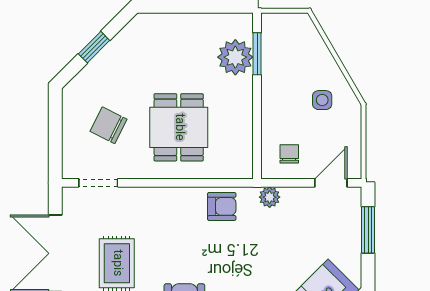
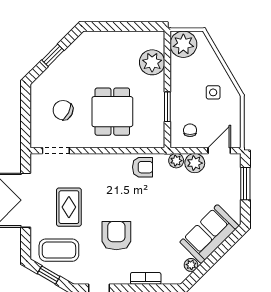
plant: (280, 32) -> (183, 44), added
window: (257, 54) -> (167, 107), moved
plant: (296, 201) -> (195, 163), added

